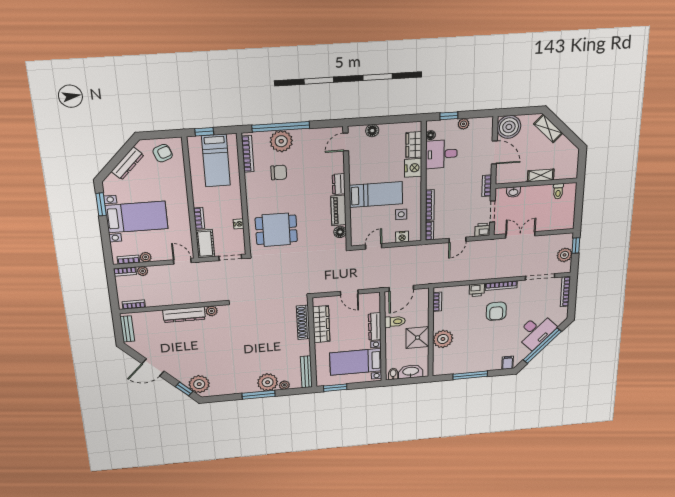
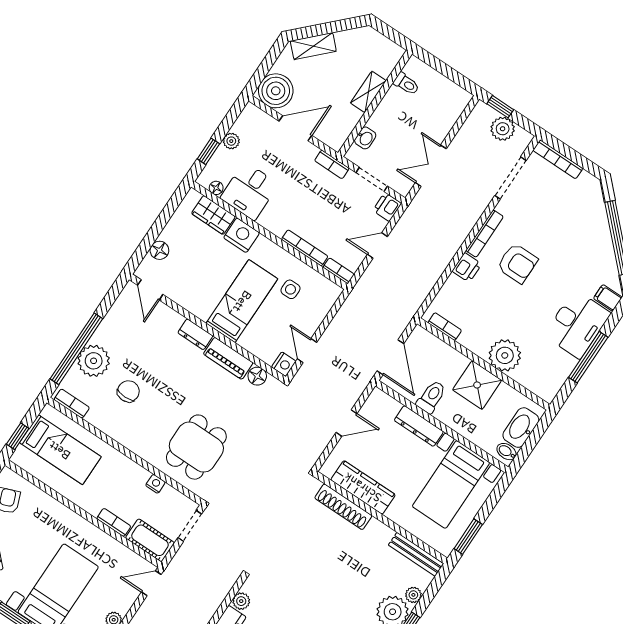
bookcase: (248, 154) -> (72, 404), width x0.64
nightstand: (402, 237) -> (284, 364), moved
door: (458, 240) -> (377, 246), swing flipped
desk: (536, 331) -> (577, 324), moved, turned 45

